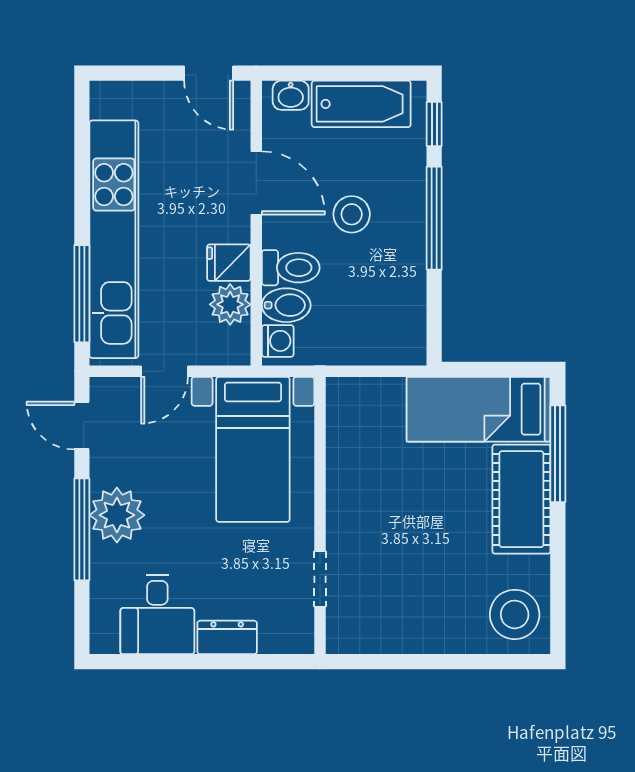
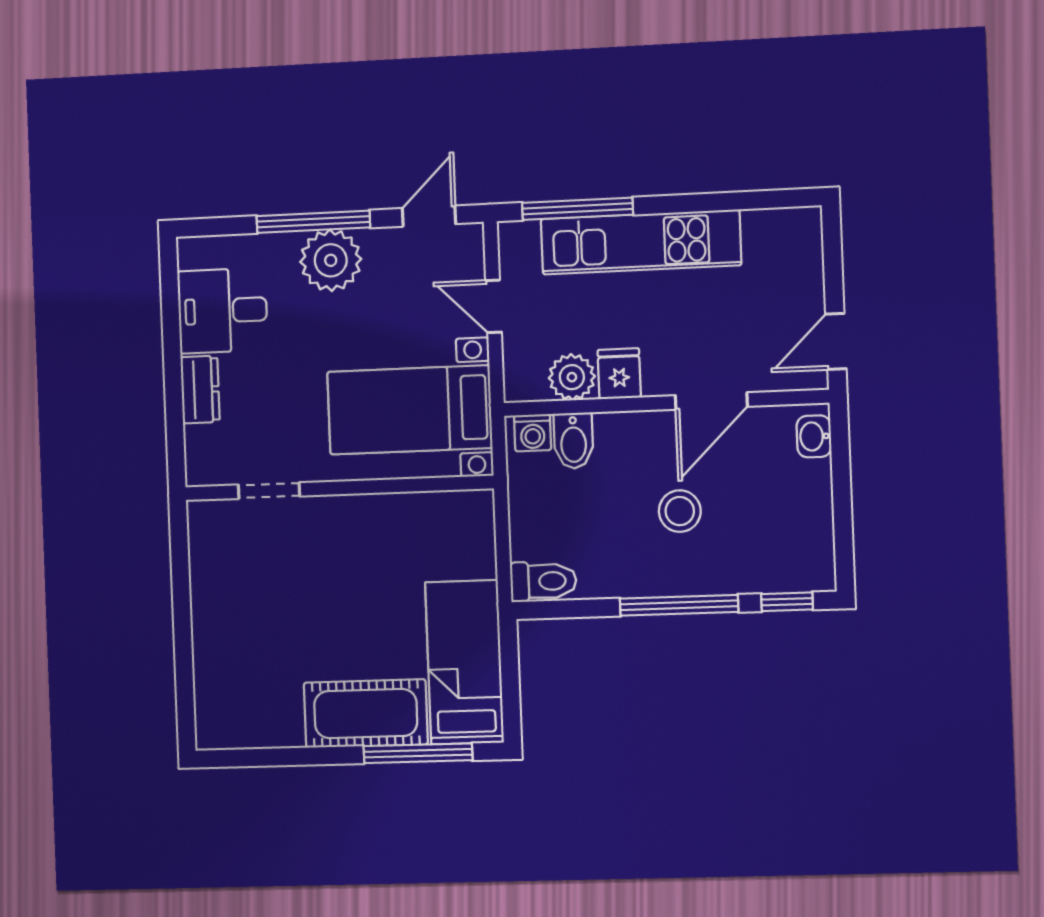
bathtub: (361, 104) -> (807, 517), removed
kitchen unit: (114, 239) -> (641, 242), width x0.73
toilet: (291, 268) -> (543, 581), moved, turned -90
stool: (515, 614) -> (238, 710), removed

